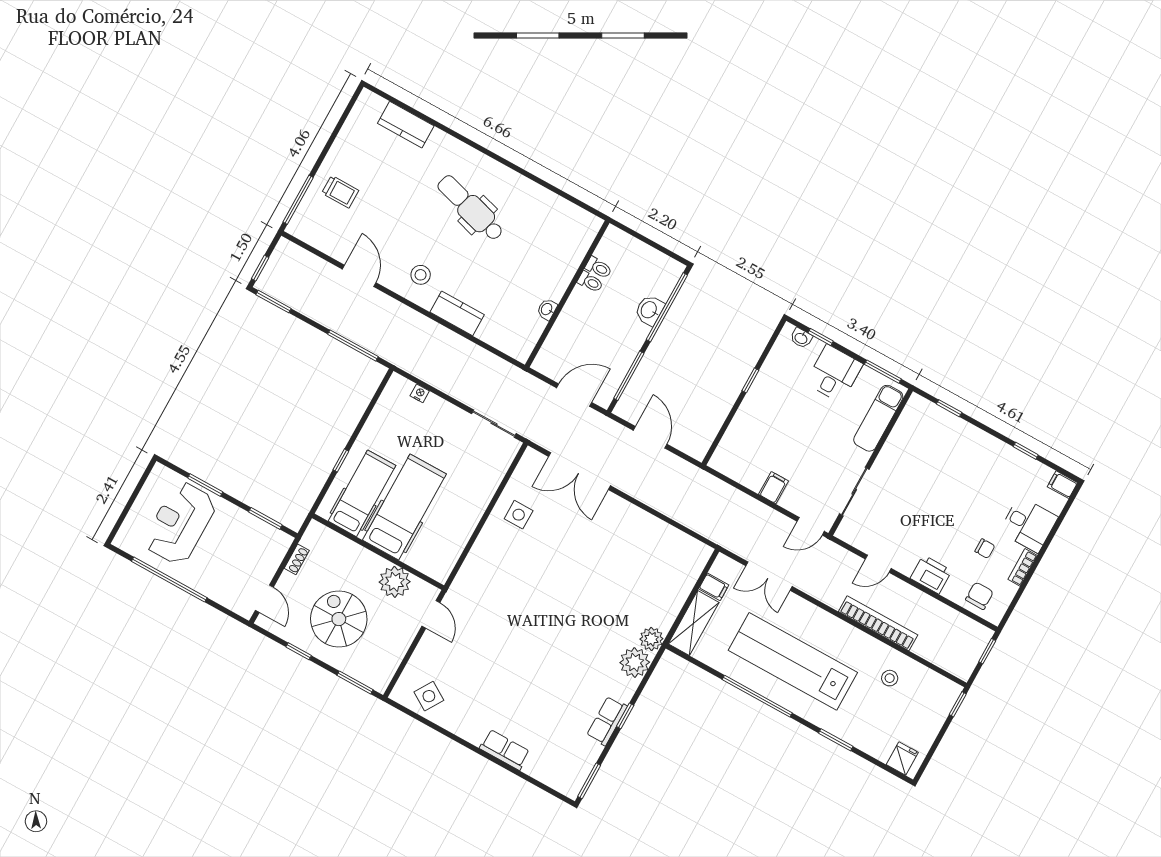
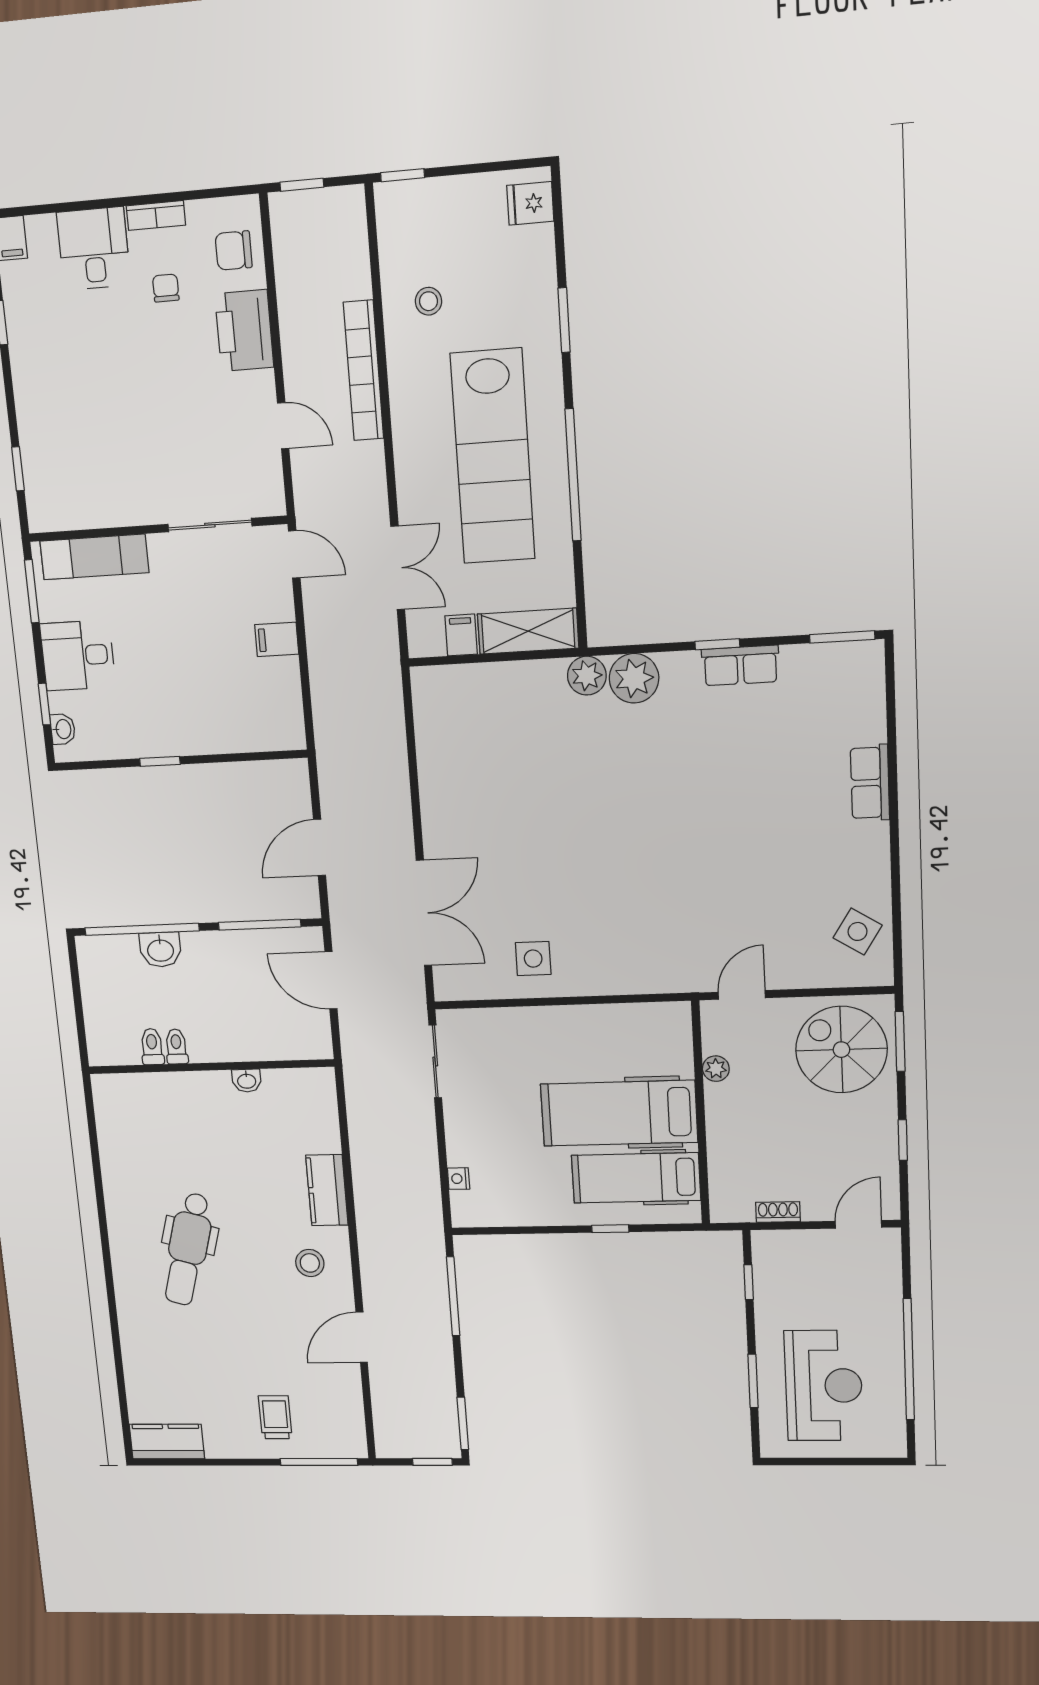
kitchen counter: (406, 125) -> (167, 1442), moved, turned -90
window: (265, 518) -> (749, 1282), width x0.67
reception desk: (180, 523) -> (824, 1386), turned -90
printer: (931, 574) -> (244, 330), width x1.37, depth x1.19
plant: (395, 582) -> (716, 1069), width x0.53, depth x0.53
spiral stairs: (339, 619) -> (841, 1050), moved, turned 90

